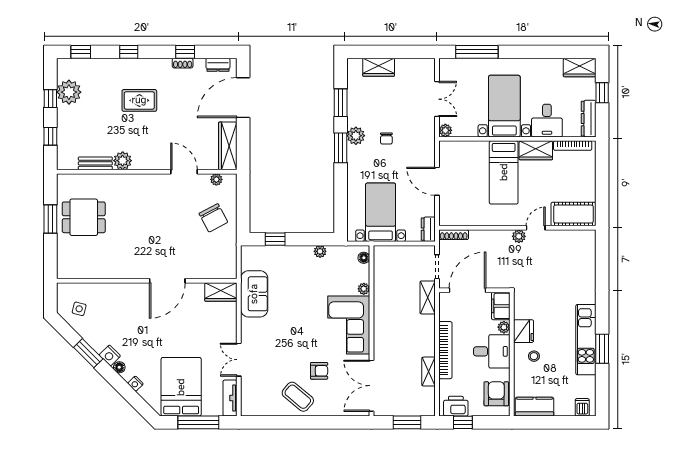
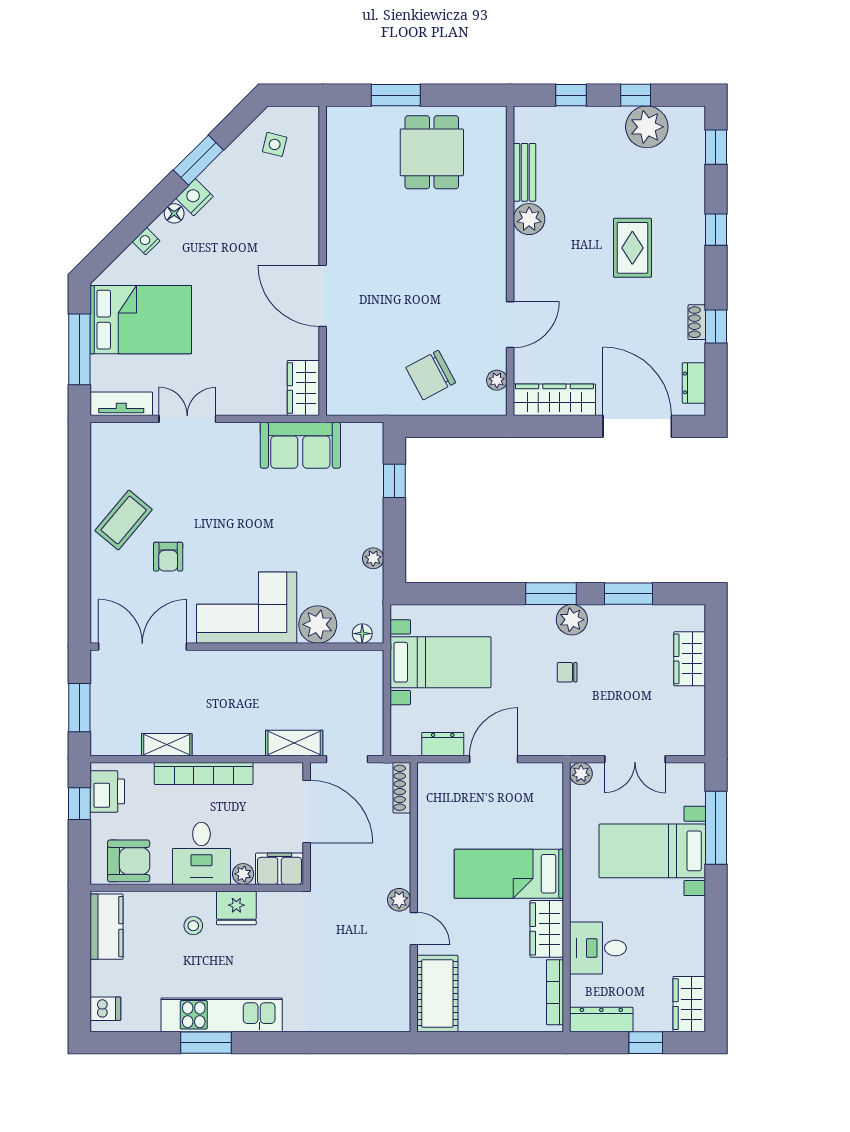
bed with nightstands: (504, 106) -> (652, 851), moved, turned 180
window: (50, 219) -> (396, 95), moved
dresser: (428, 229) -> (443, 744), moved
plant: (364, 289) -> (318, 624), width x1.88, depth x1.88

